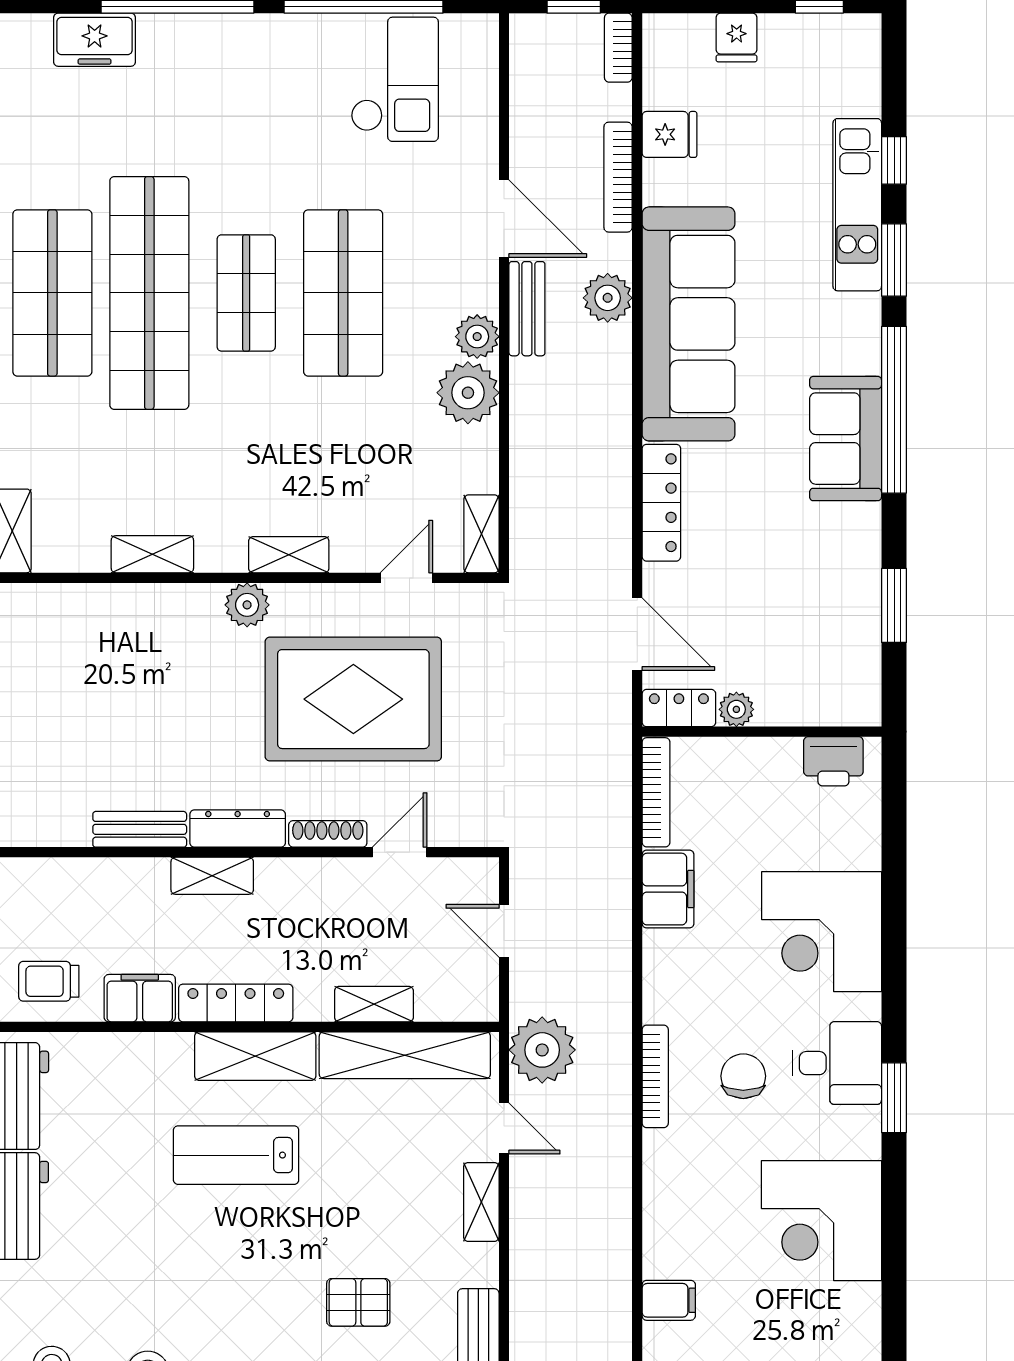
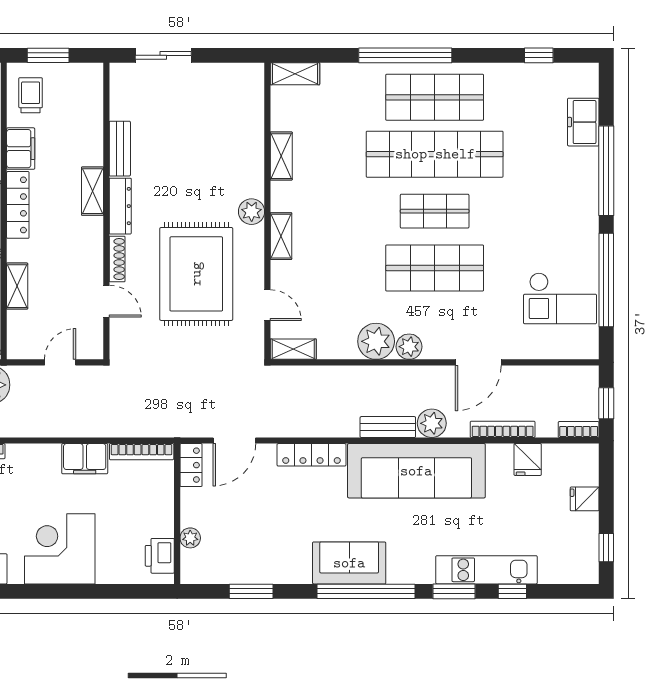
bench: (527, 309) -> (388, 427), moved
plant: (736, 709) -> (190, 538), moved

